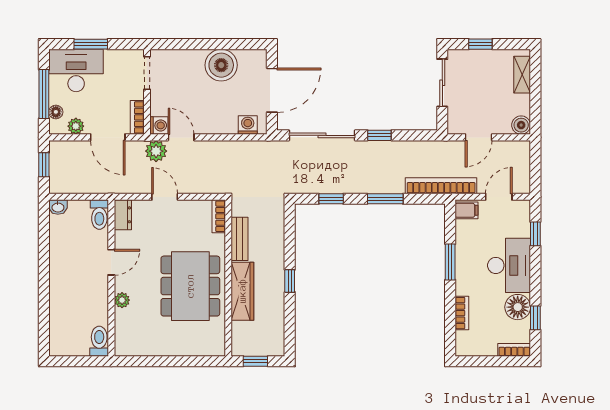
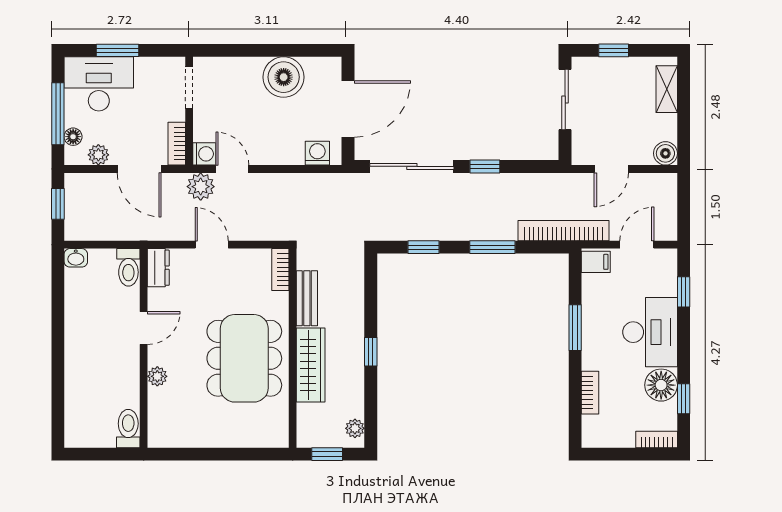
plant: (277, 341) -> (355, 428), added

